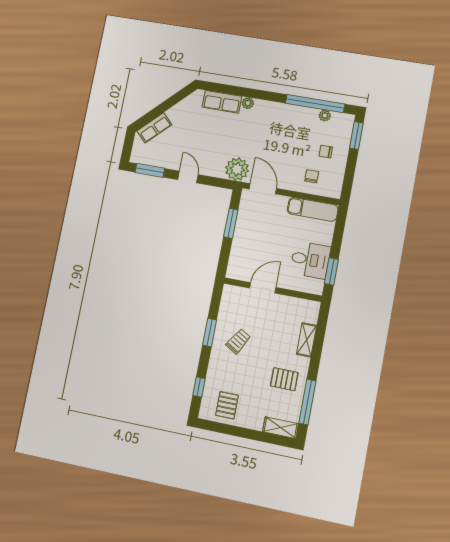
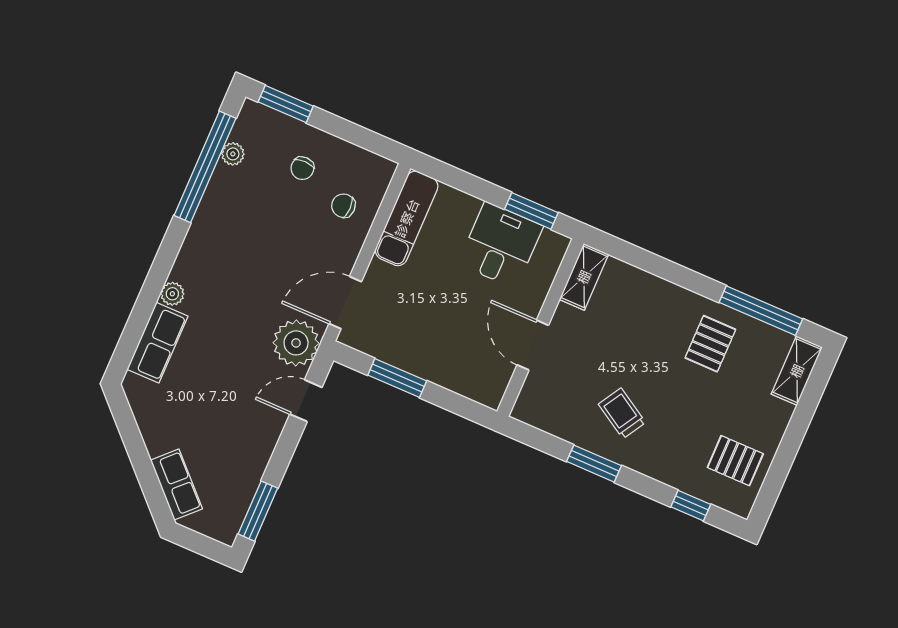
door: (188, 177) -> (306, 401), moved
shelving: (307, 340) -> (584, 277), moved, turned 90

